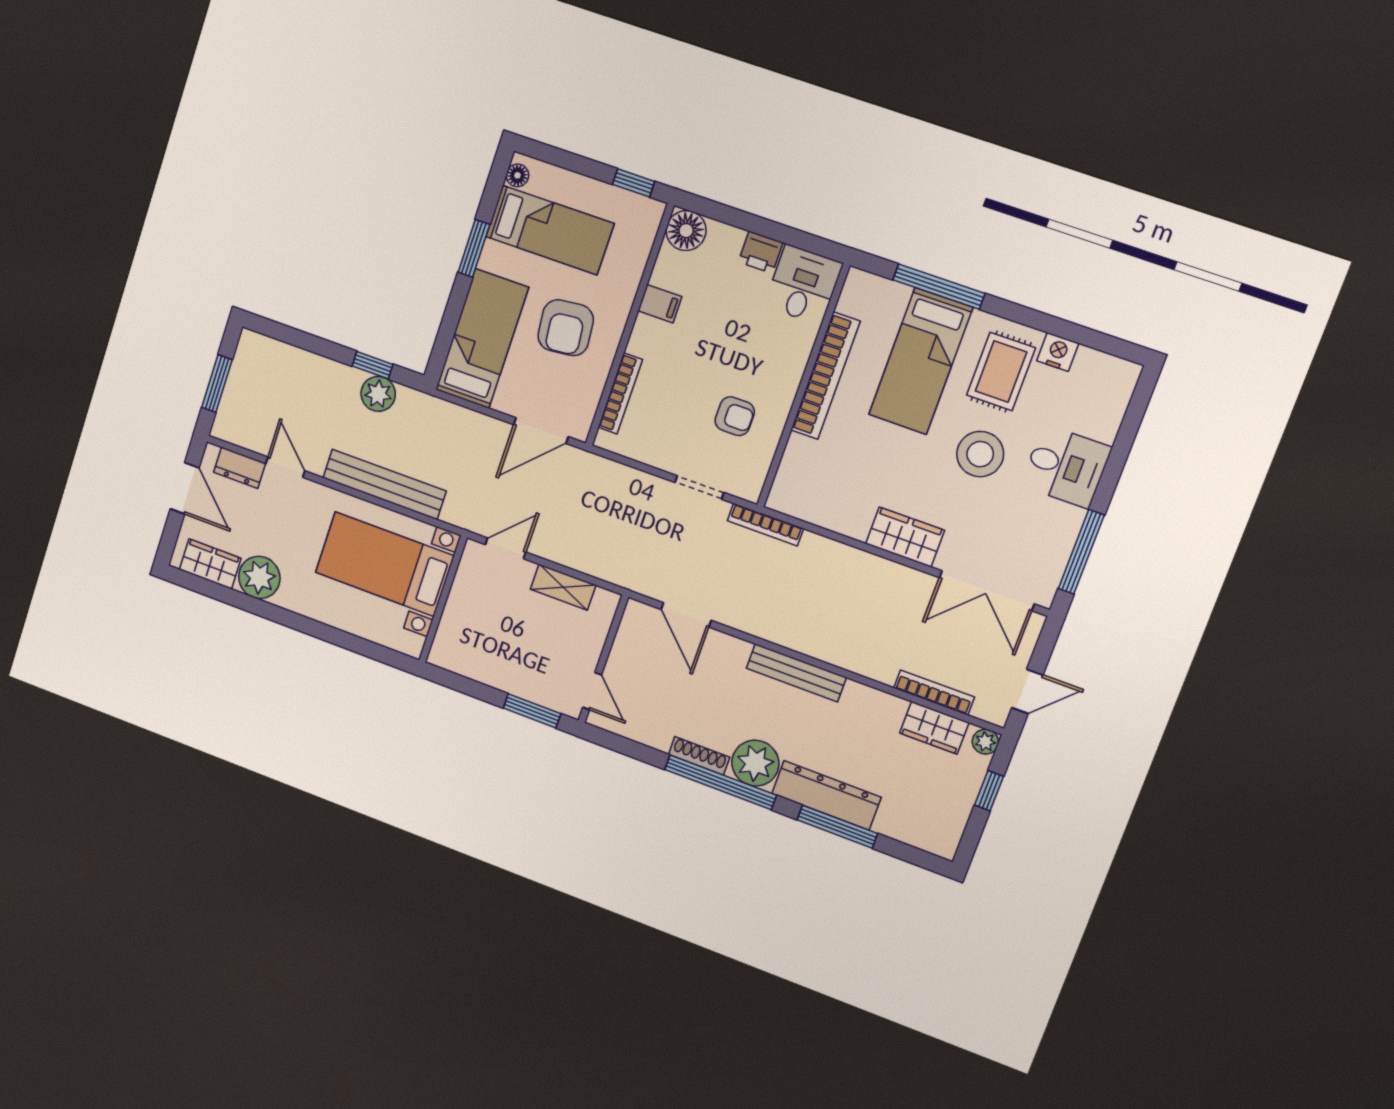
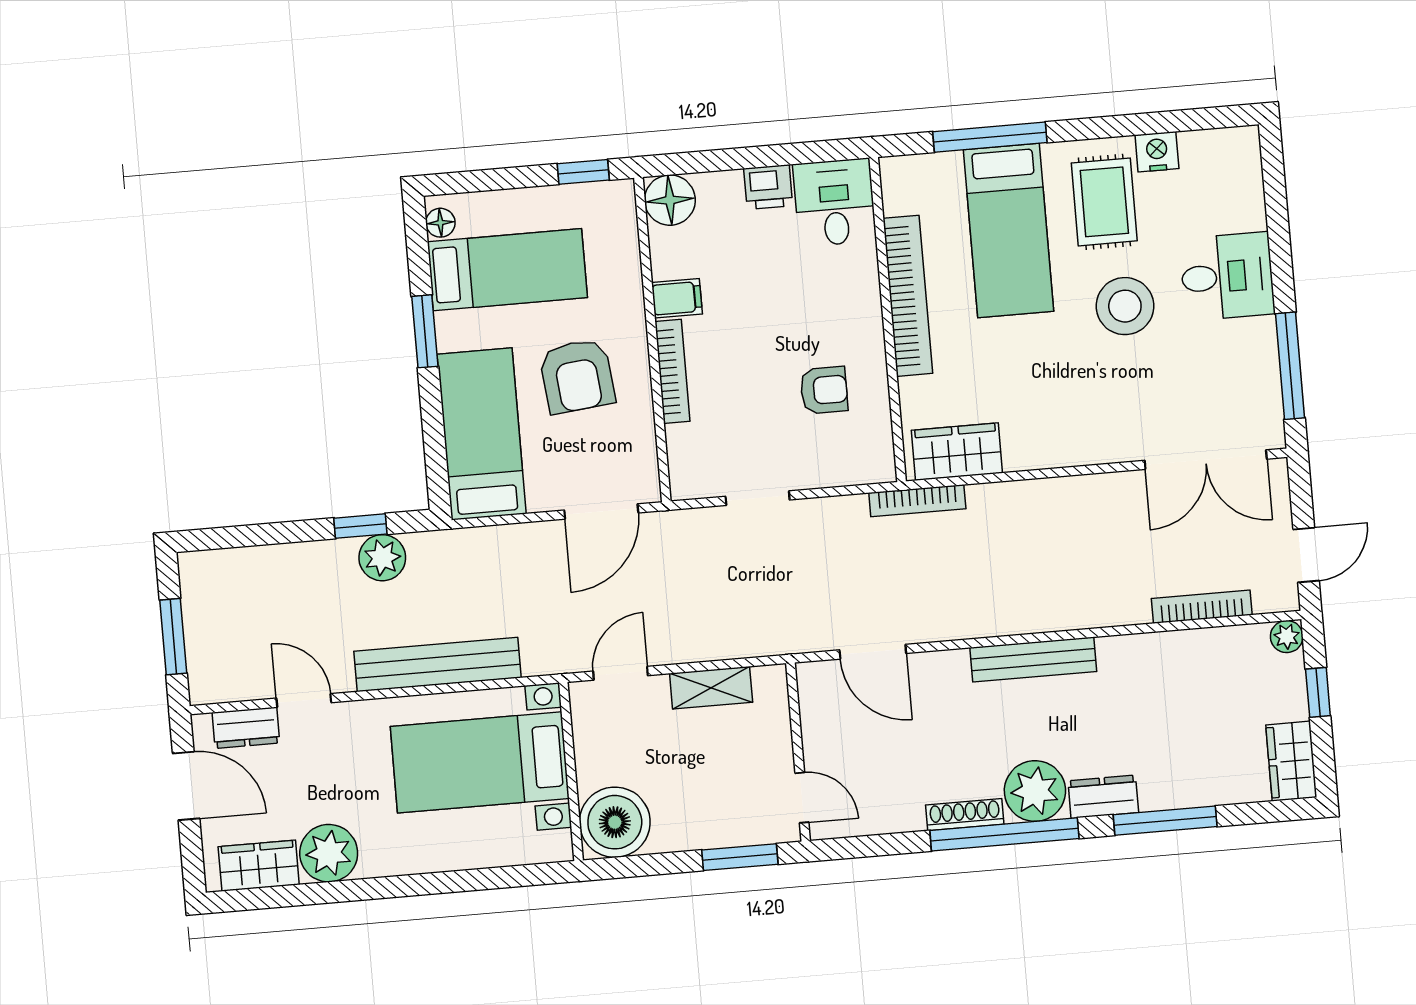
bookcase: (620, 393) -> (672, 371), moved
doorway: (699, 487) -> (758, 498), moved
wardrobe: (905, 537) -> (957, 452), moved
boiler: (458, 647) -> (615, 822), added
wardrobe: (934, 728) -> (1291, 761), moved, turned 90
dresser: (826, 795) -> (1103, 797), width x0.51, depth x0.80

